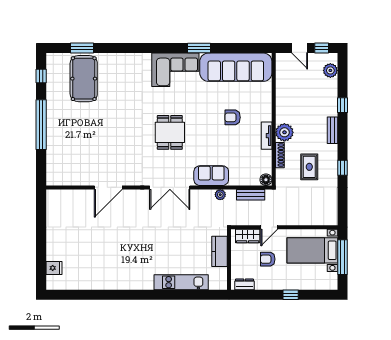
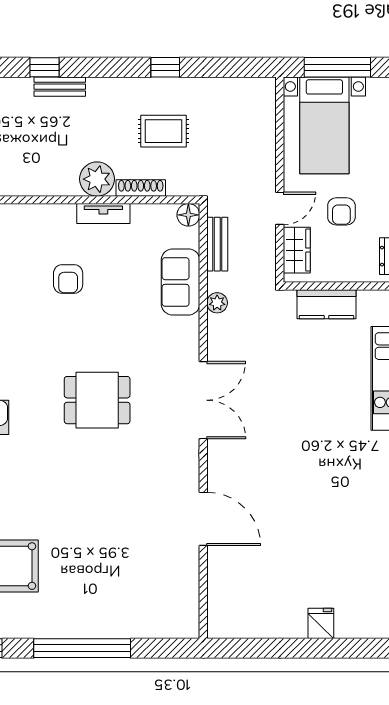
bench: (332, 130) -> (60, 87), moved
sofa: (211, 176) -> (181, 282), moved
door: (269, 227) -> (280, 208), hinge flipped
fridge: (54, 268) -> (321, 623), moved

